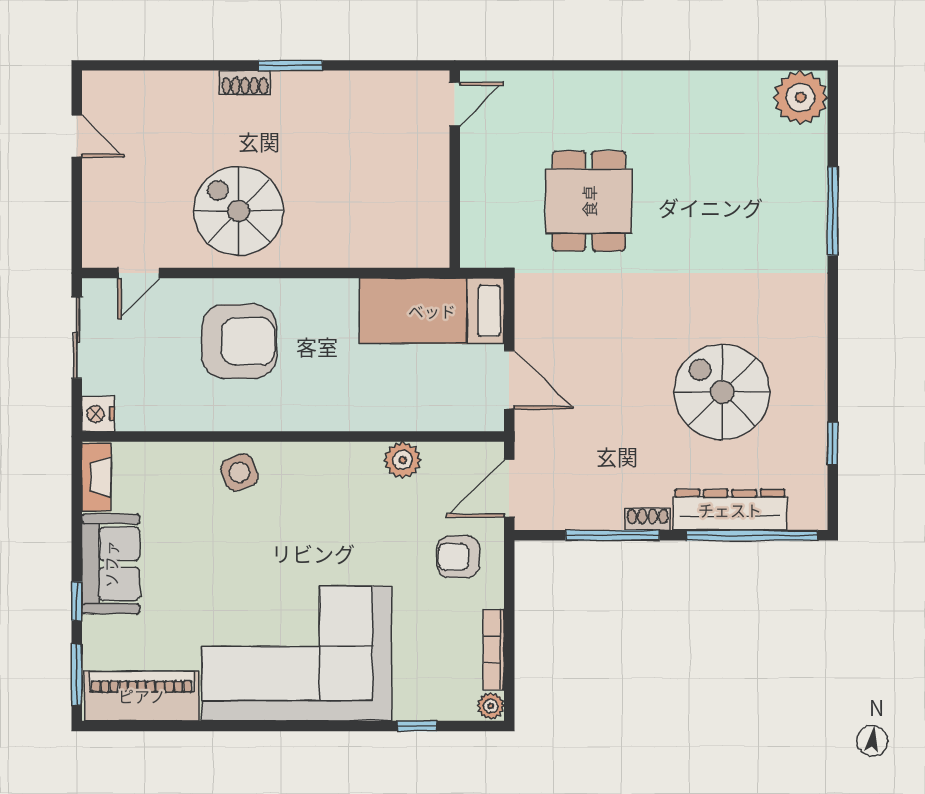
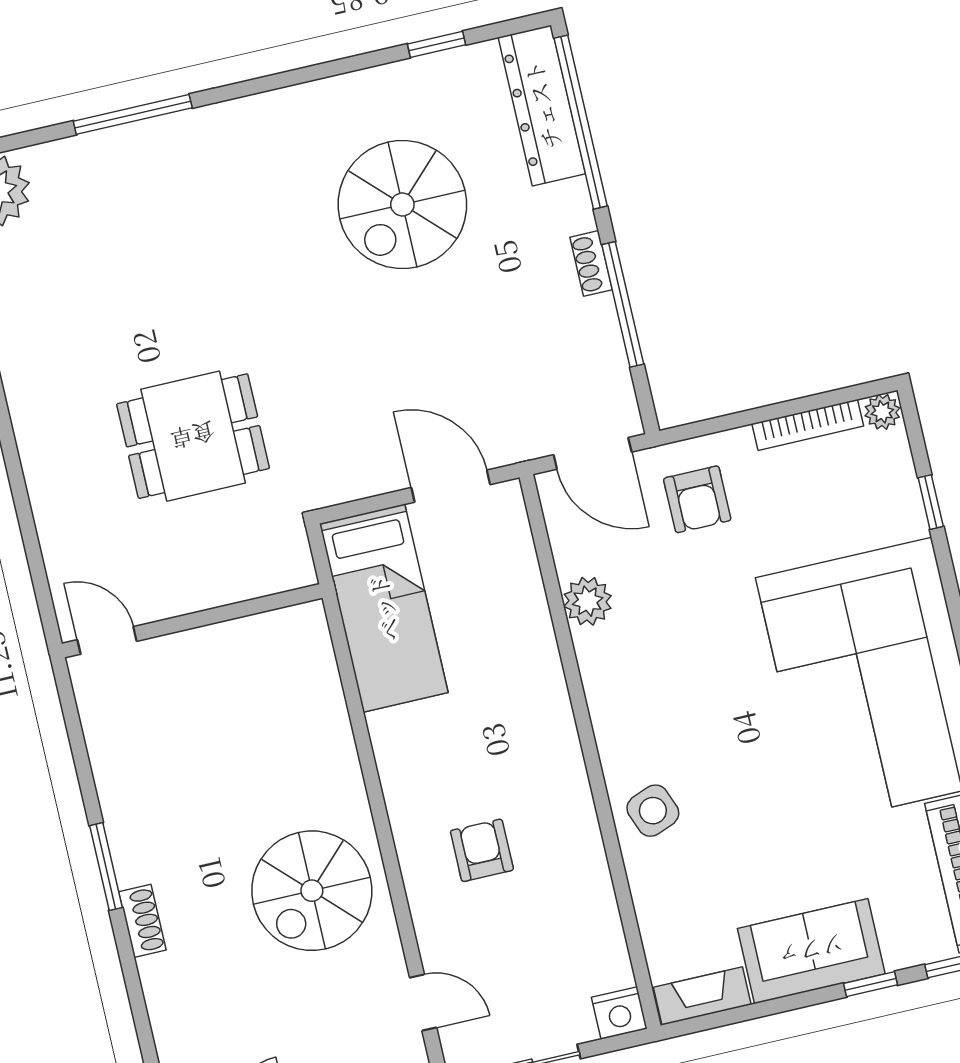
armchair: (239, 341) -> (482, 850), width x0.53, depth x0.53
door: (509, 380) -> (451, 486), hinge flipped
dresser: (730, 510) -> (542, 105), moved

